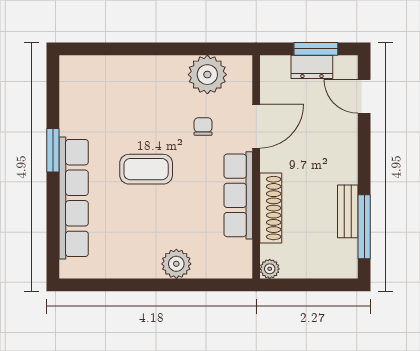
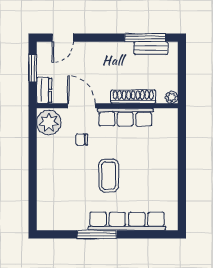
dresser: (312, 67) -> (44, 90), moved
plant: (207, 75) -> (49, 122), moved
window: (53, 150) -> (97, 234), width x1.44
bench: (348, 211) -> (151, 48), moved
plant: (176, 264) -> (169, 156), removed

